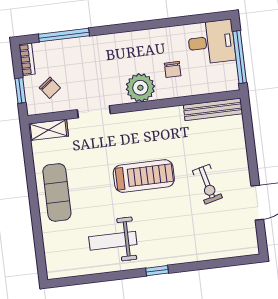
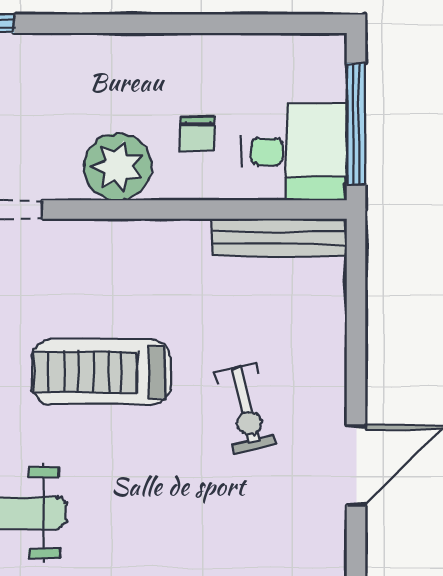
desk: (211, 42) -> (295, 152), moved
treadmill: (144, 176) -> (101, 372), turned 180

